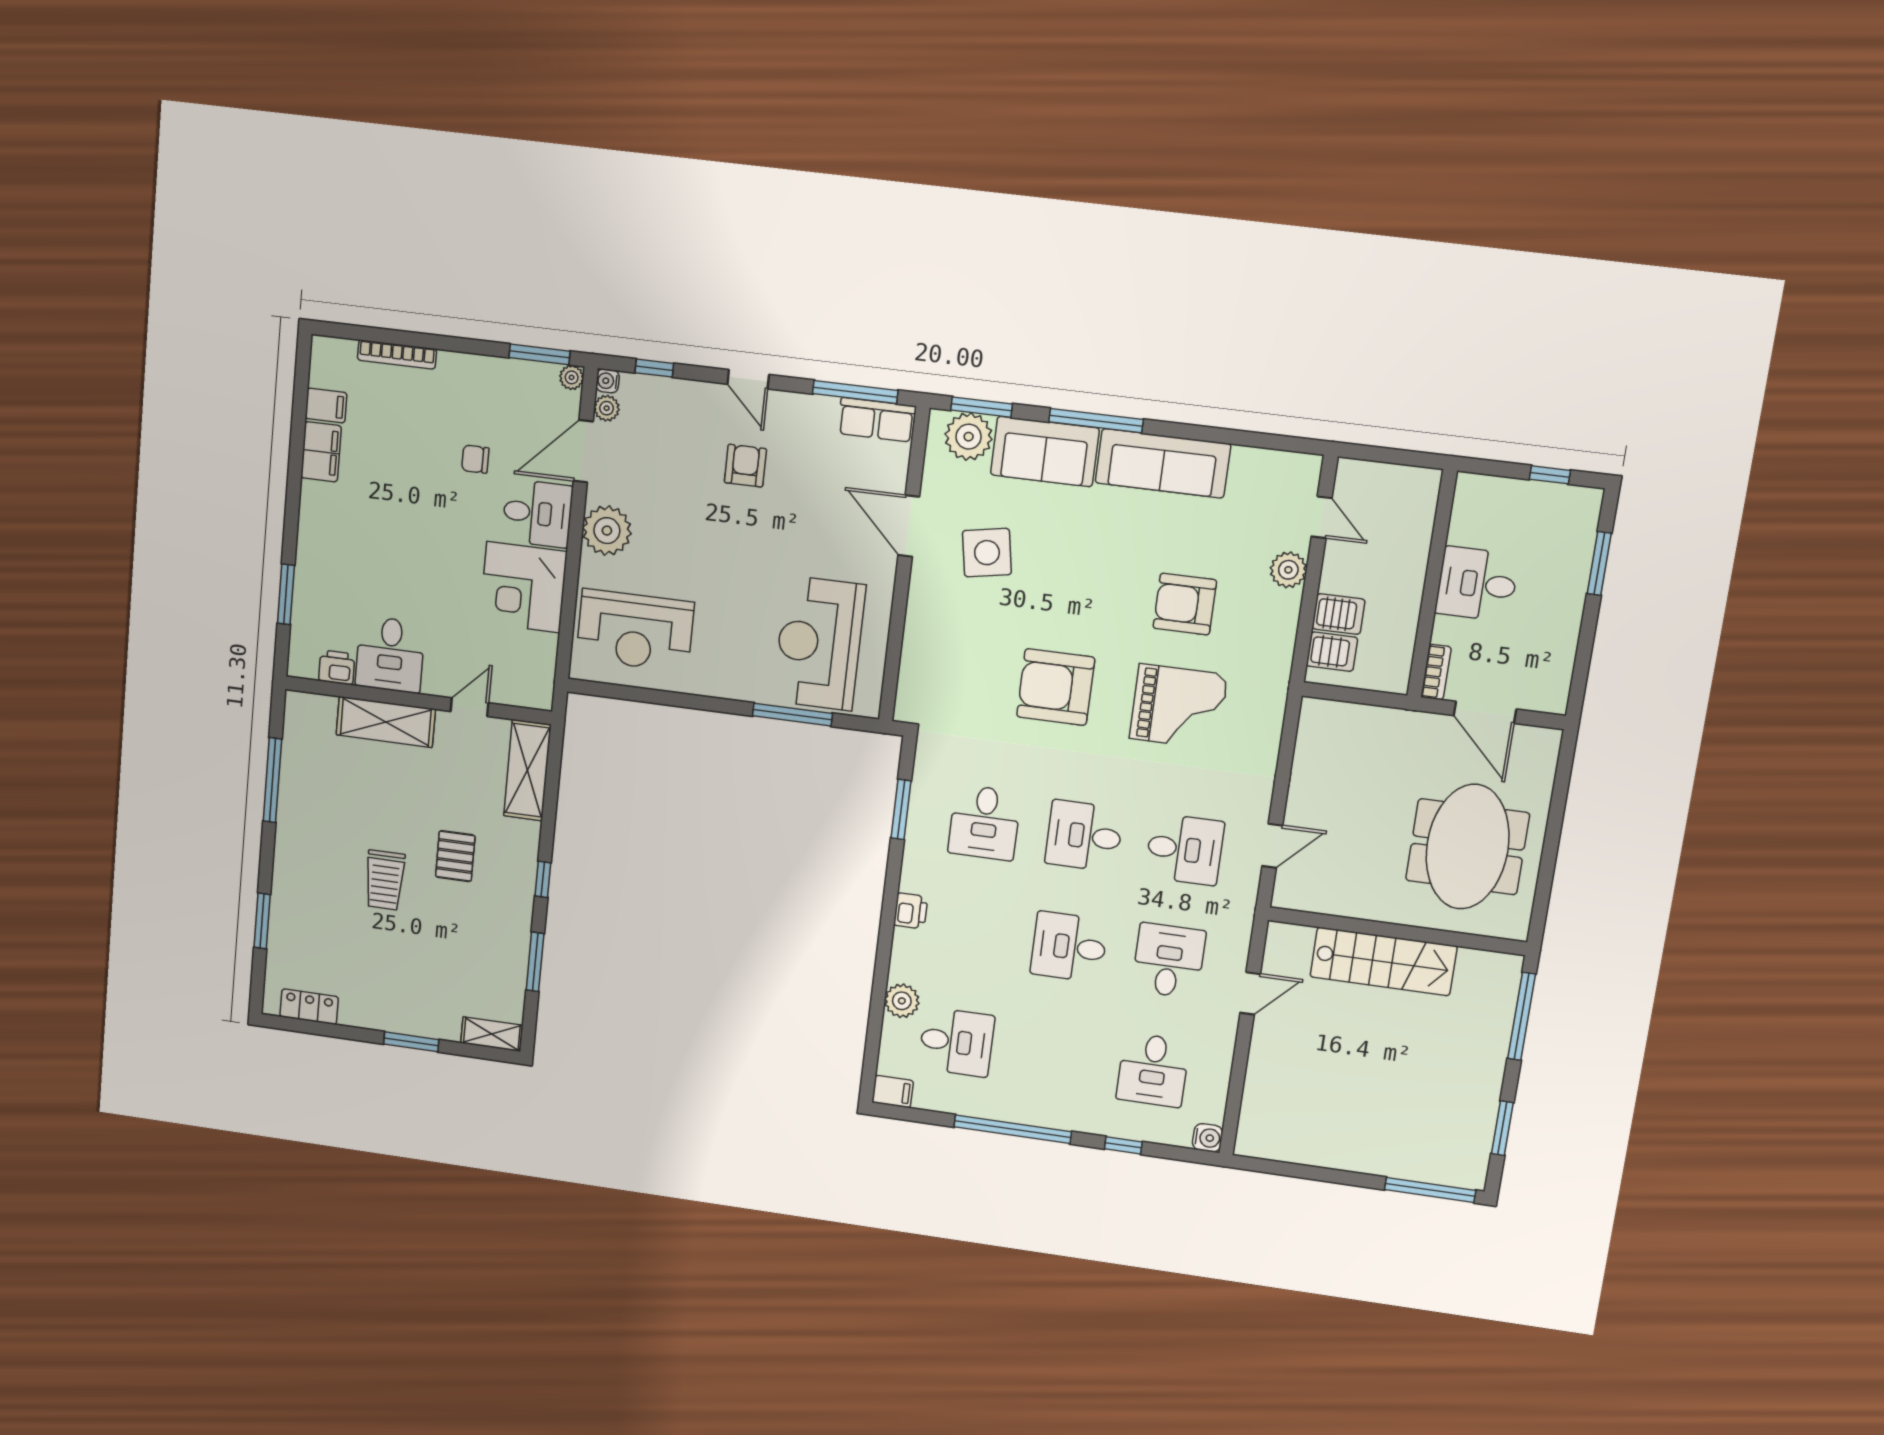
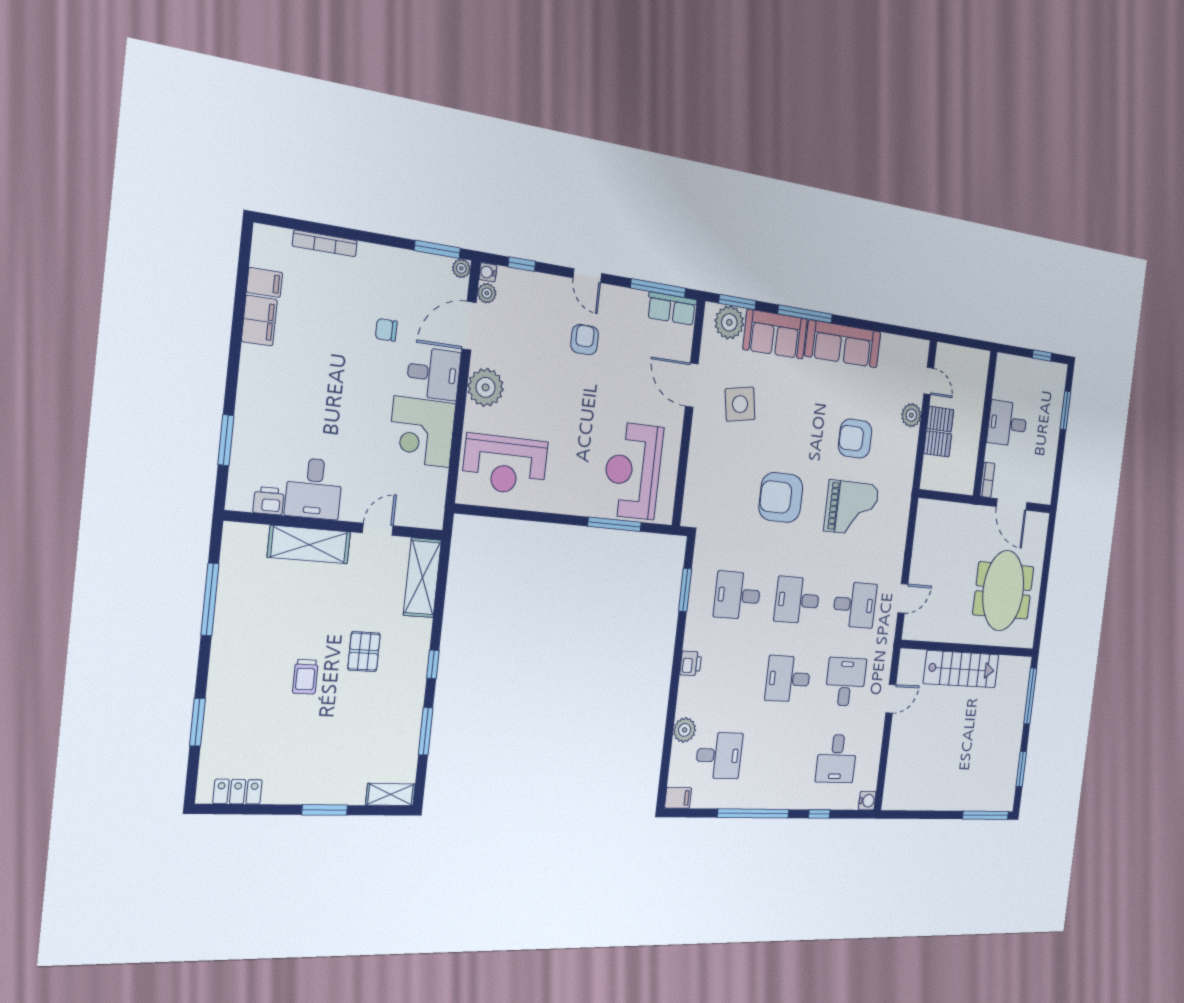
server rack: (1332, 652) -> (940, 419), moved
desk: (984, 822) -> (737, 595), turned 90
trolley: (385, 880) -> (305, 677), width x0.73, depth x0.72

